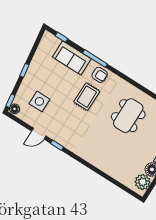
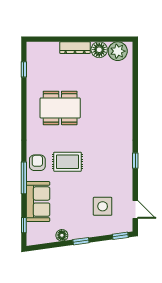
floor lamp: (15, 109) -> (62, 235), moved
door: (39, 134) -> (135, 210), moved

